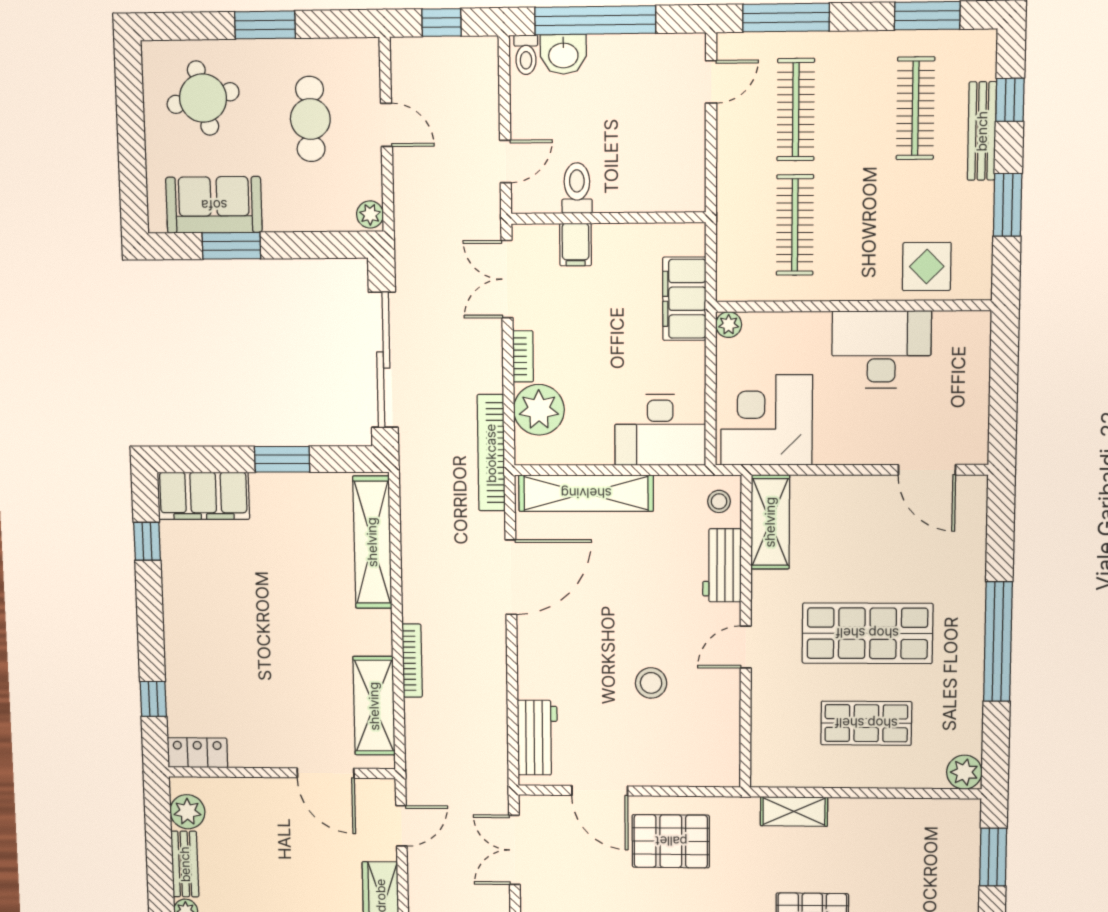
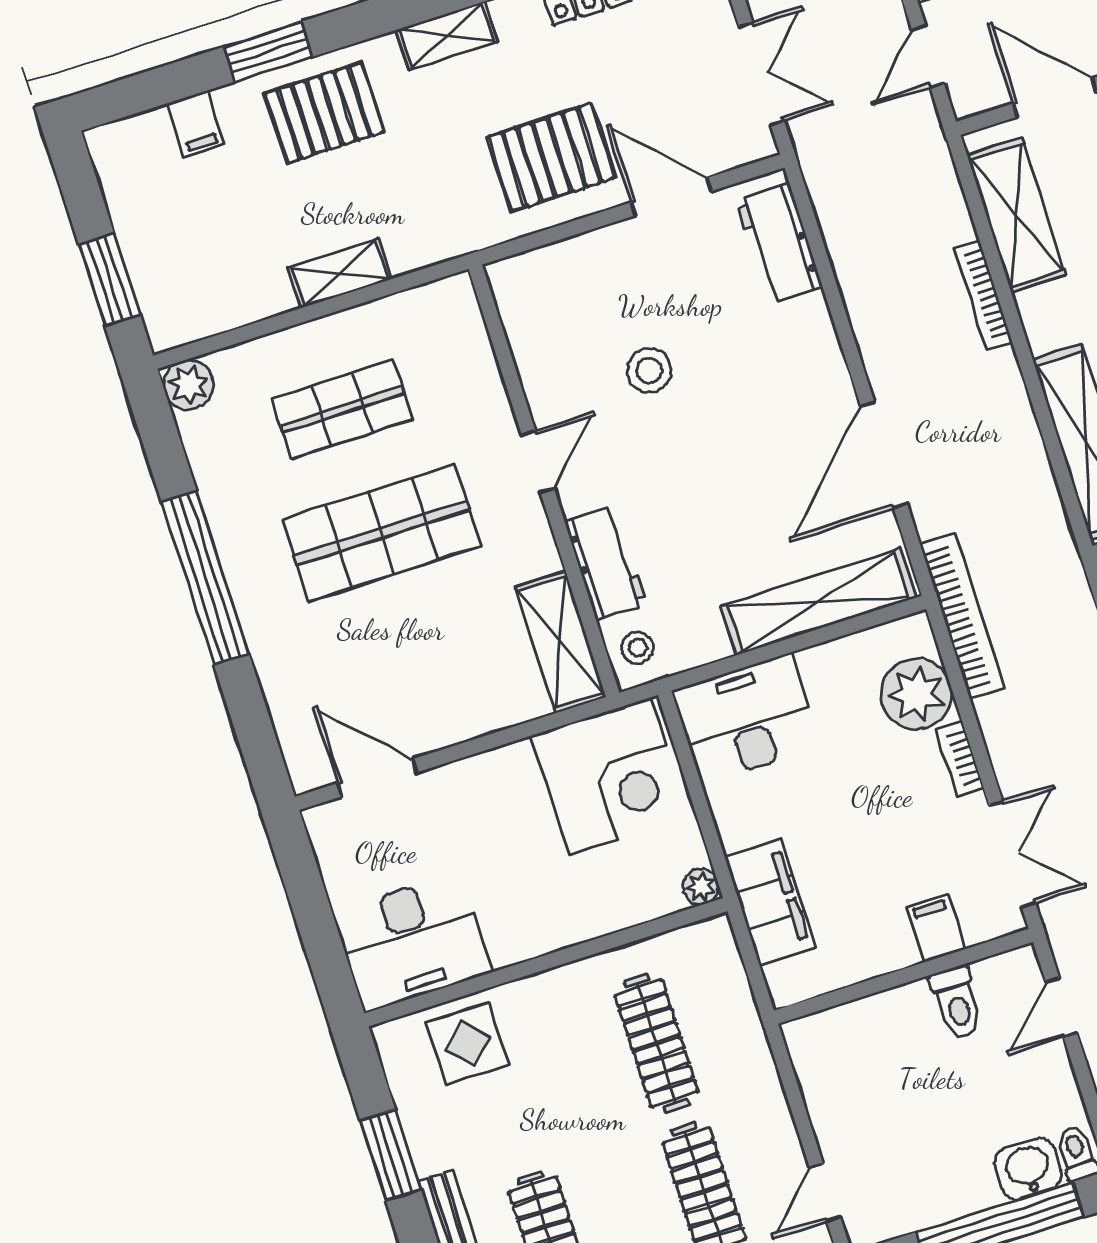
desk: (881, 350) -> (412, 942), moved
shelving: (794, 811) -> (340, 273), moved

